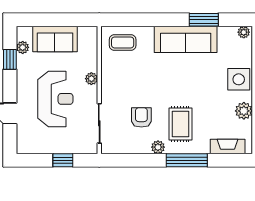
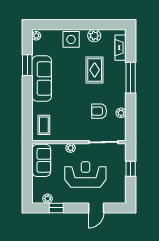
sofa: (55, 39) -> (41, 160), moved
rug: (180, 124) -> (95, 70), moved, turned 90
plant: (158, 147) -> (121, 113), moved

